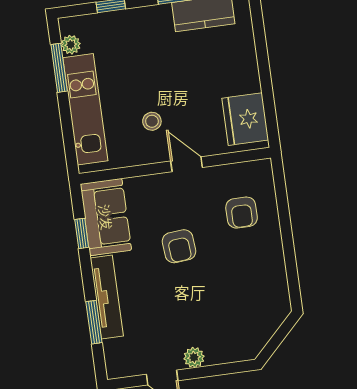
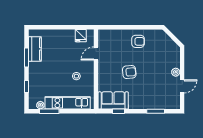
fridge: (245, 119) -> (81, 36), width x0.53, depth x0.75
door: (187, 164) -> (96, 53), moved
armchair: (242, 213) -> (138, 41), moved
tv unit: (107, 297) -> (146, 105), removed

